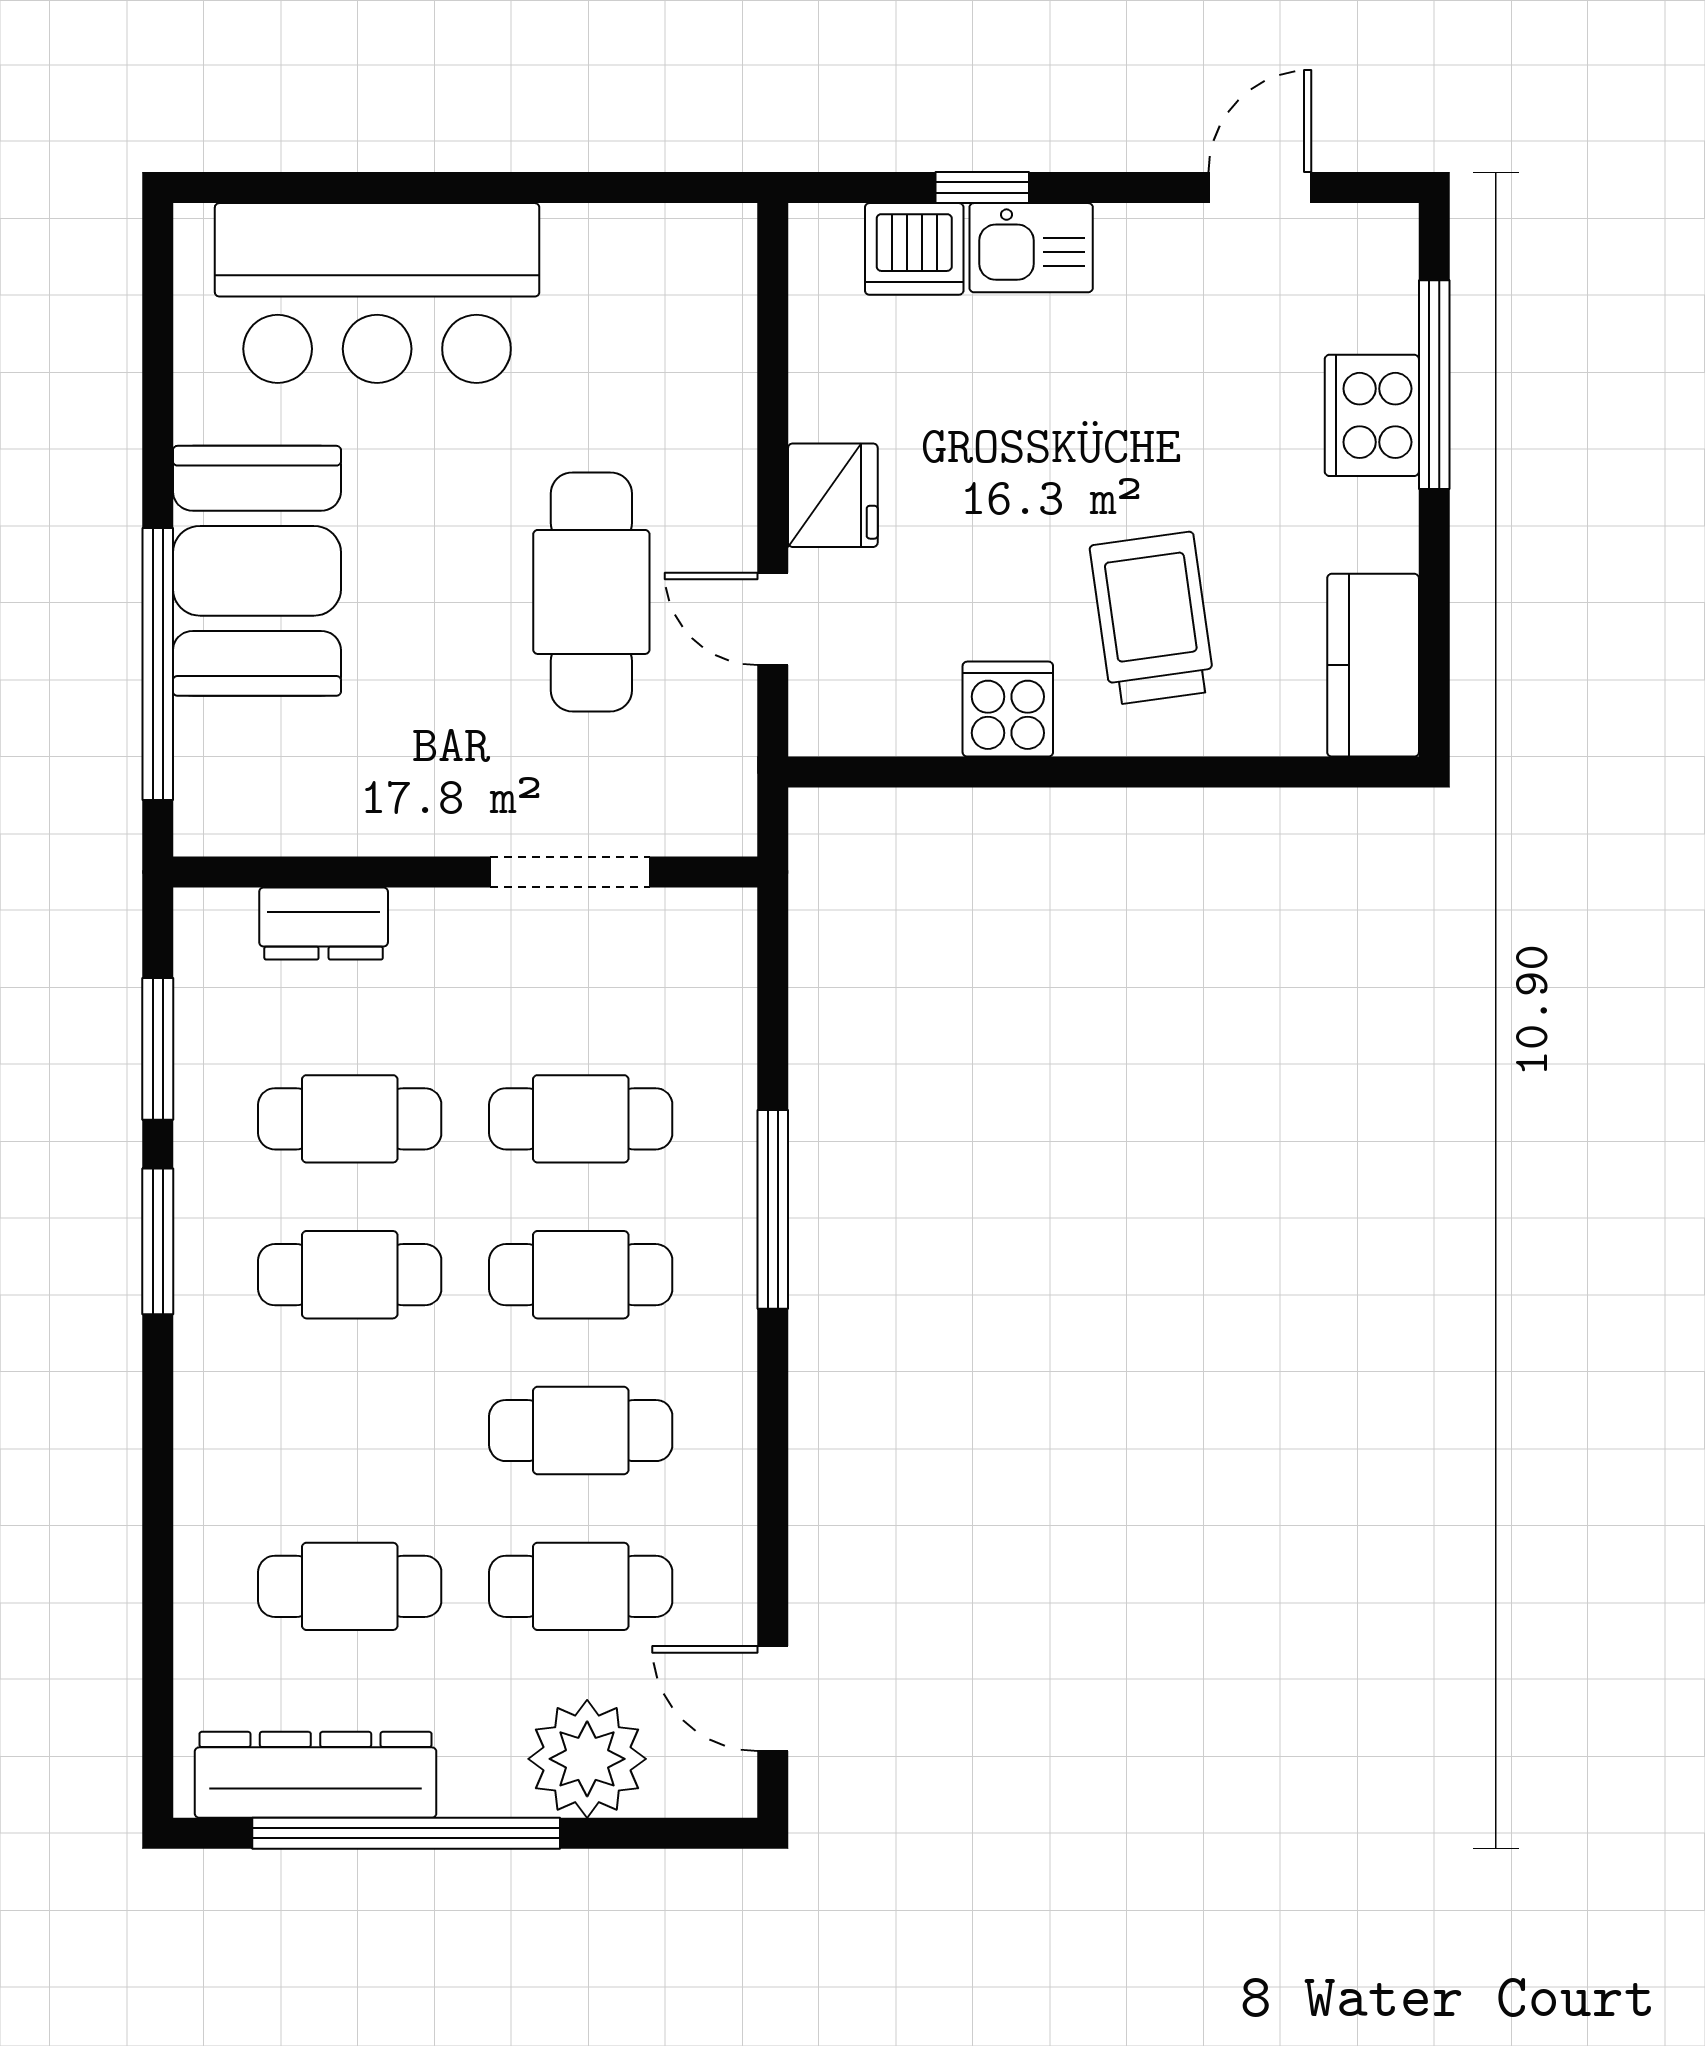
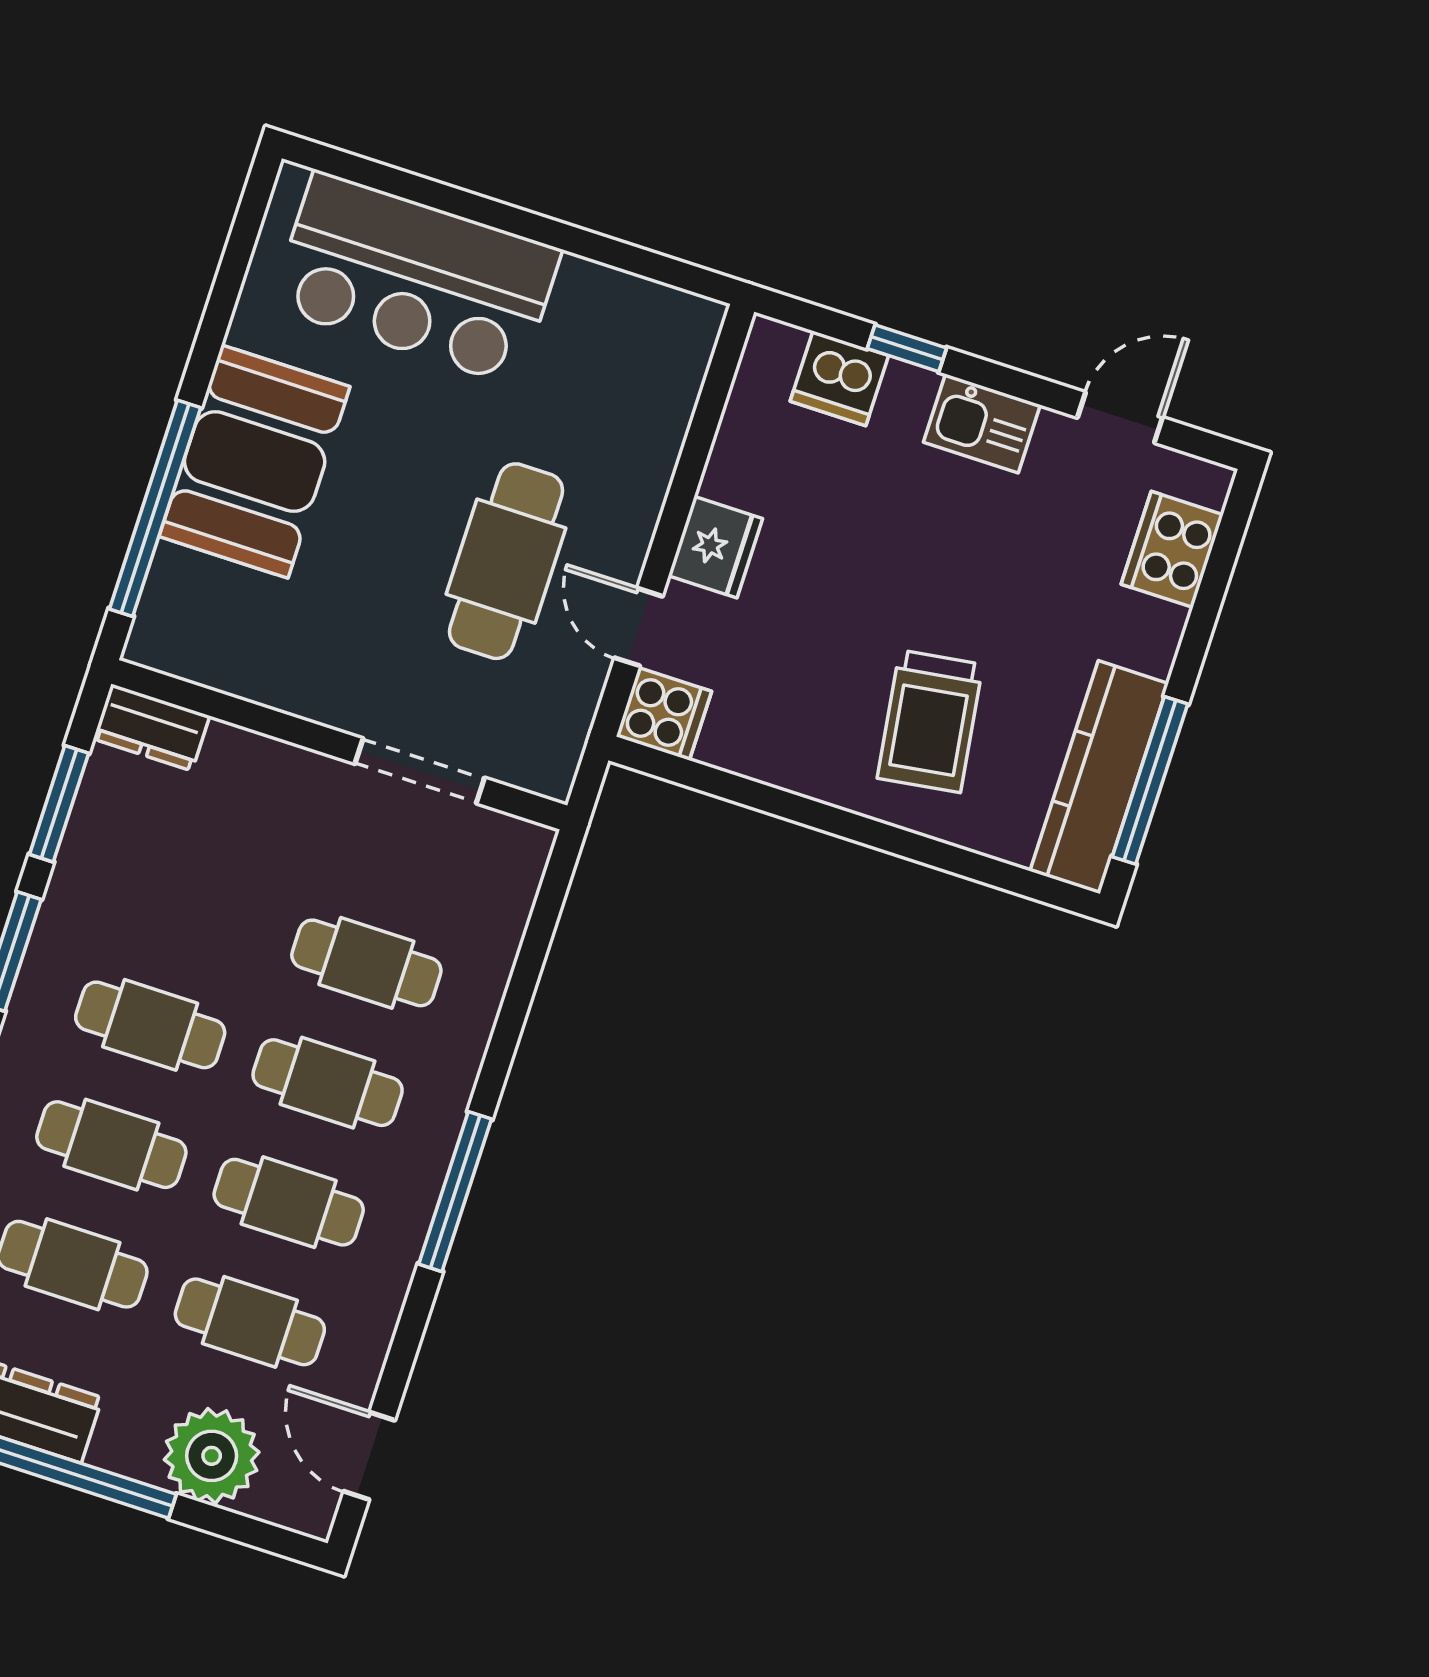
kitchen sink: (1031, 248) -> (982, 424), moved
window: (1434, 385) -> (1150, 780), moved
cooker: (1372, 415) -> (1172, 549), moved
trolley: (1152, 618) -> (930, 721), turned 180
kitchen counter: (1373, 665) -> (1099, 777), width x1.50
cooker: (1008, 709) -> (664, 714), moved, turned 90
dresser: (324, 924) -> (151, 727), moved
cafe table: (350, 1119) -> (111, 1145), moved
window: (773, 1209) -> (455, 1192), moved

